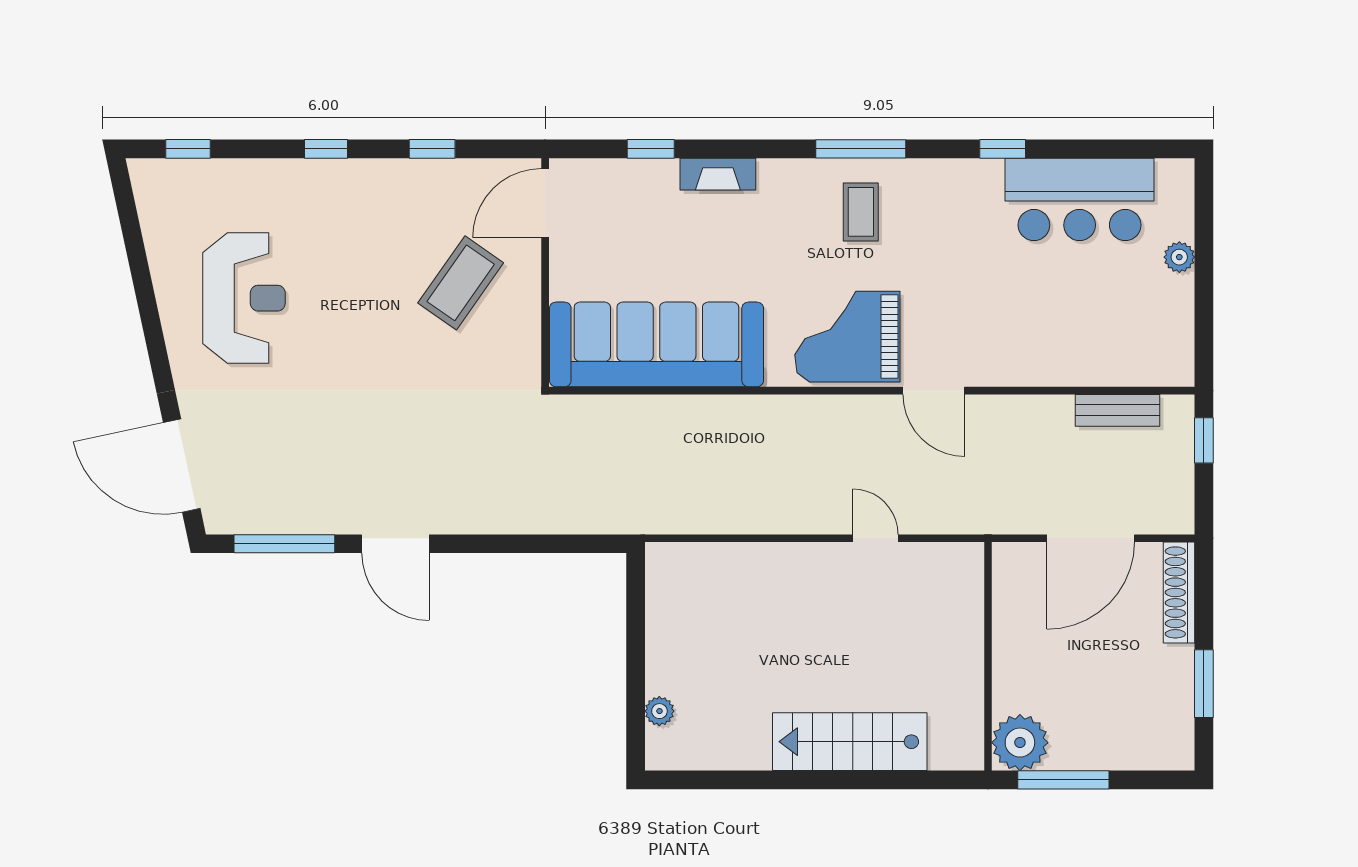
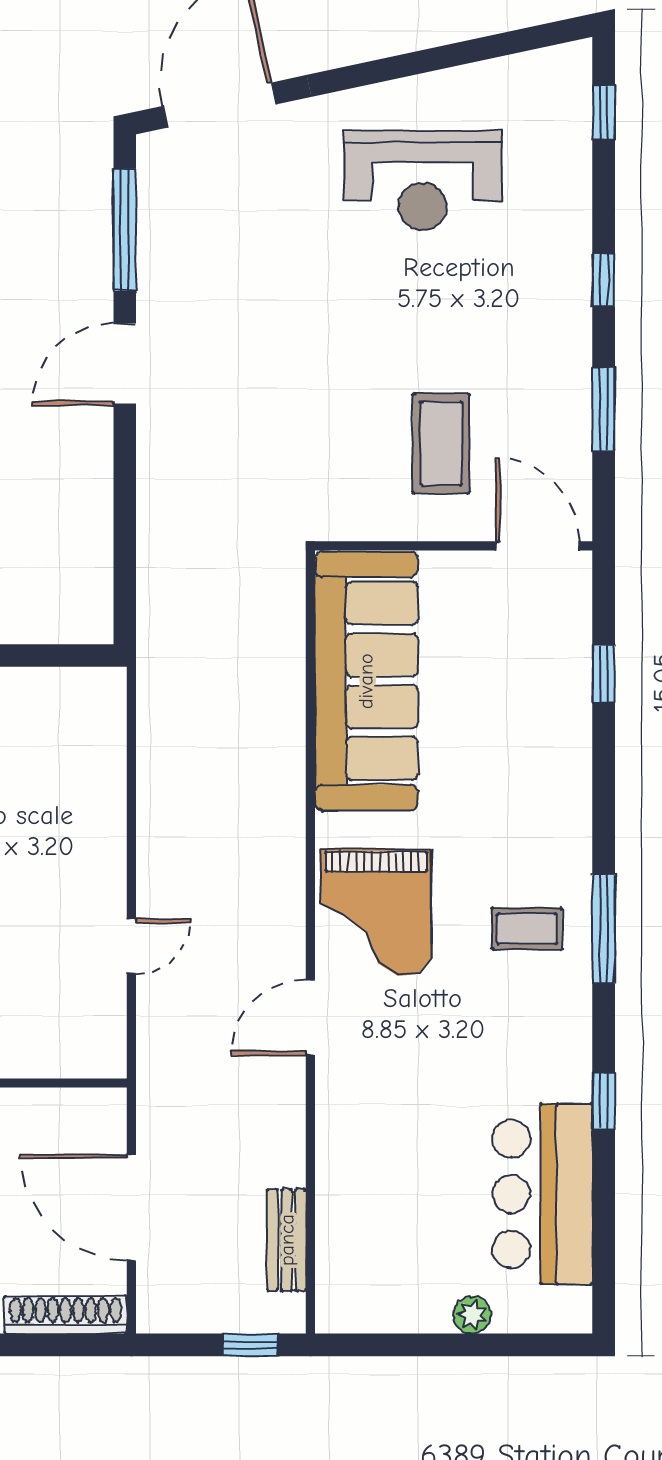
window: (432, 149) -> (604, 409), width x1.50
fireplace: (718, 174) -> (573, 755), removed
coffee table: (461, 283) -> (441, 443), turned 55
grand piano: (847, 337) -> (376, 912), turned 180

